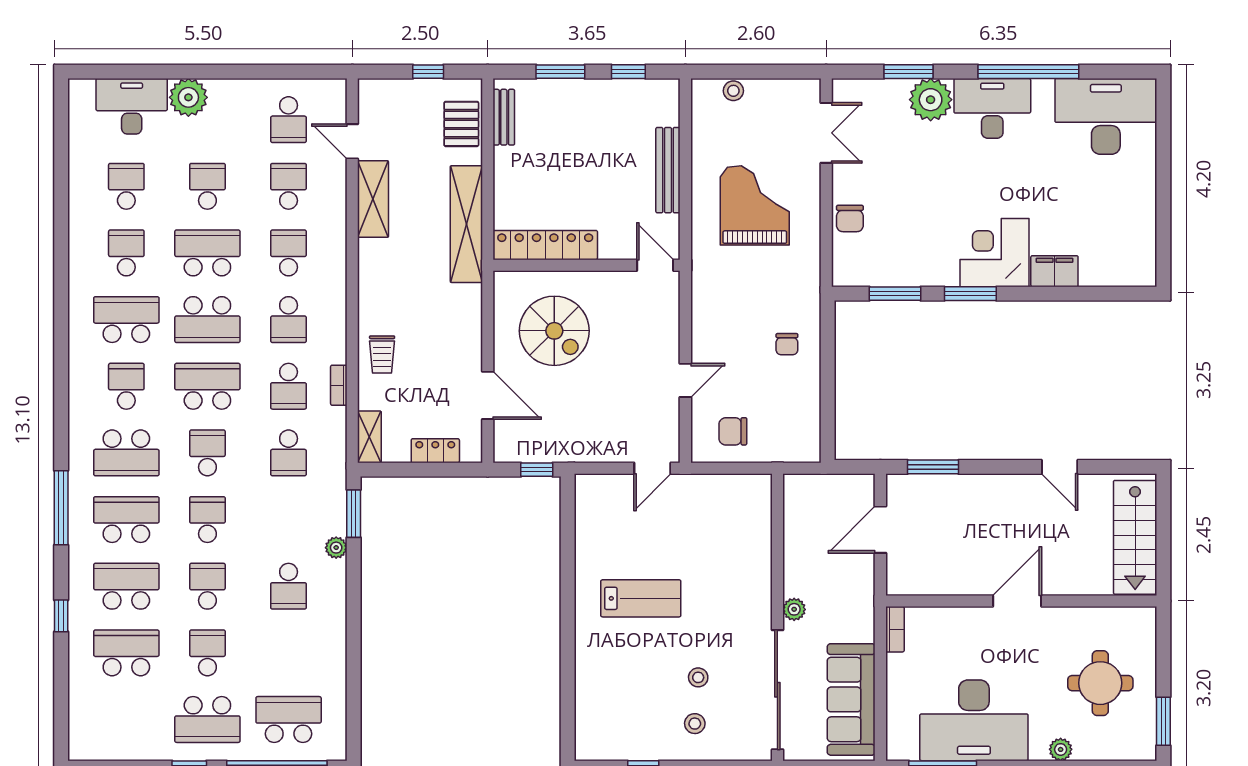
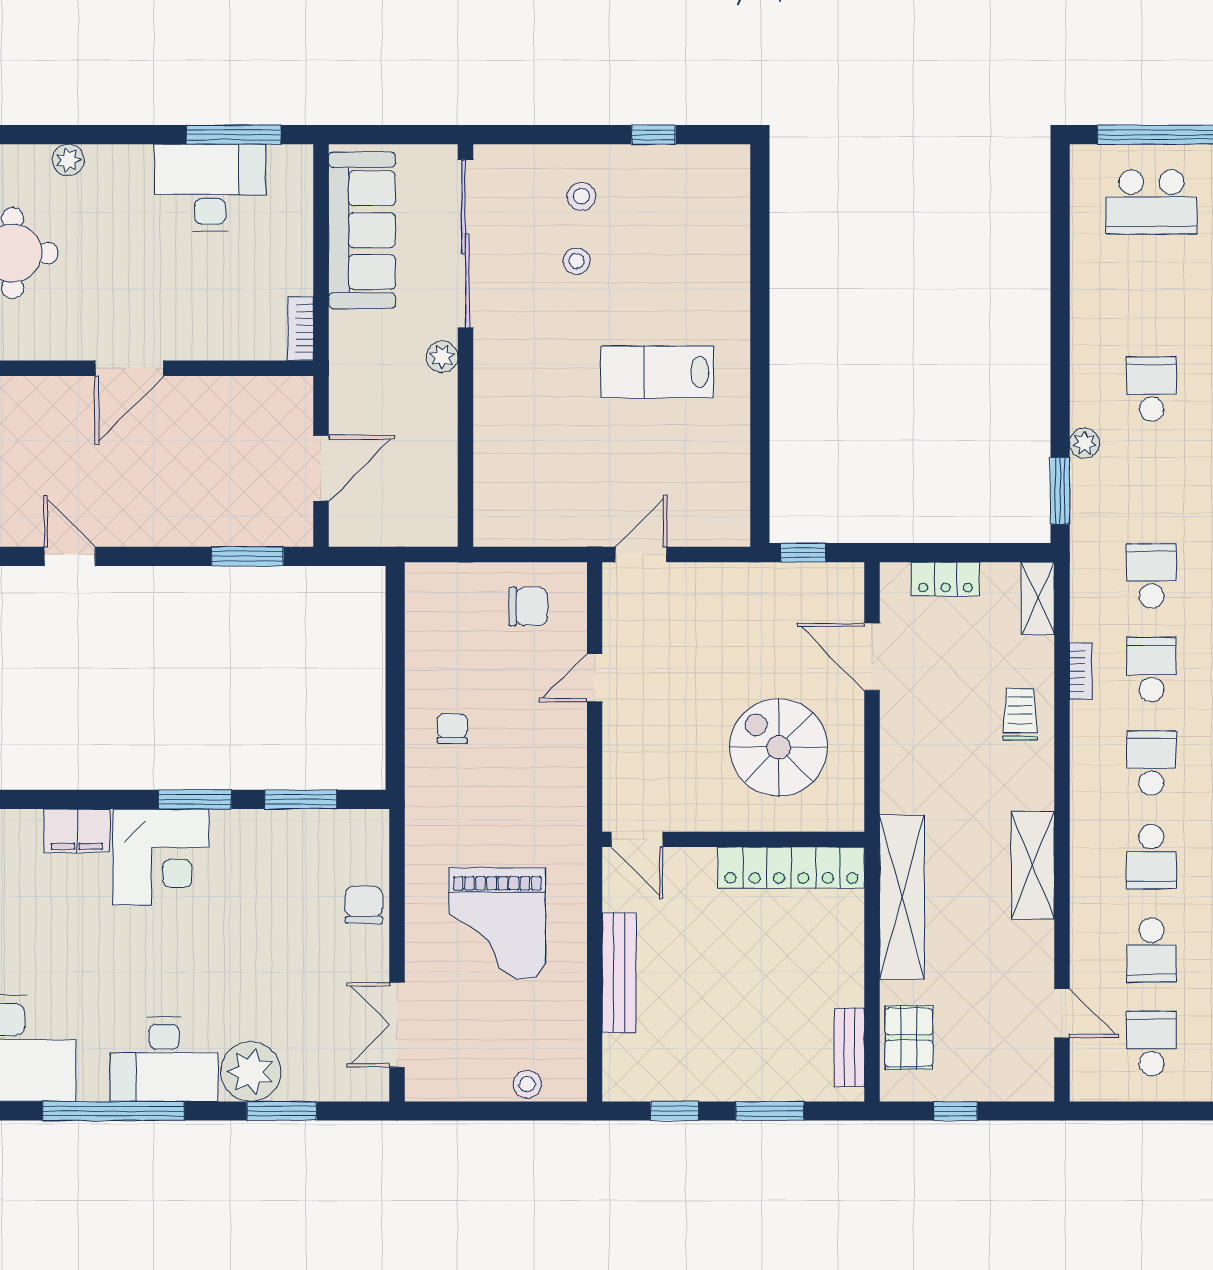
shelving: (373, 199) -> (1033, 865), moved
desk: (974, 720) -> (210, 188), width x0.73, depth x0.77

